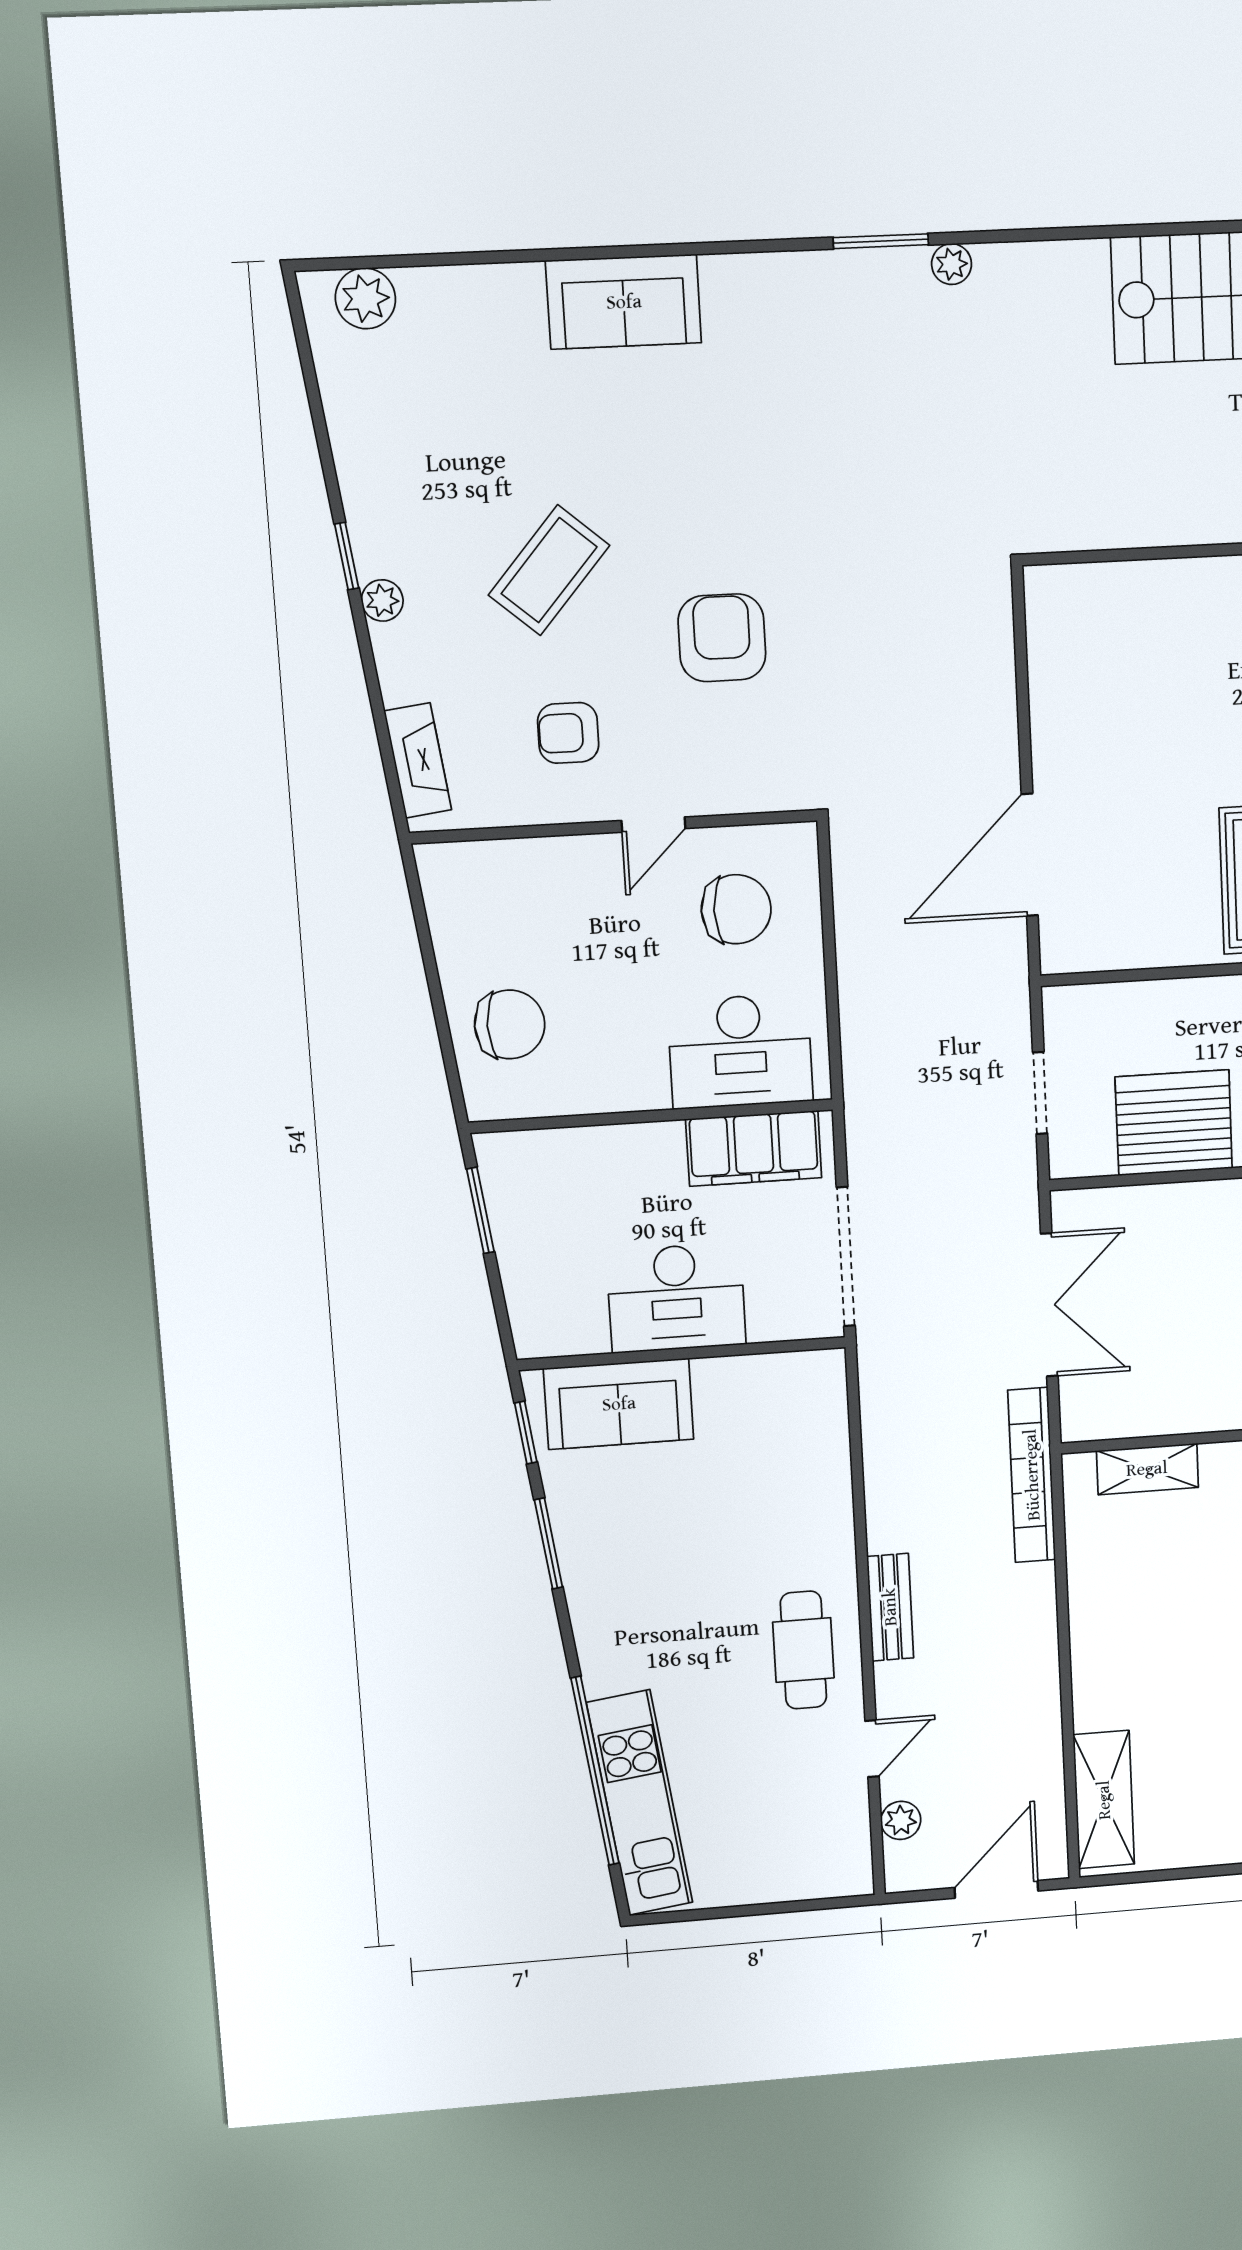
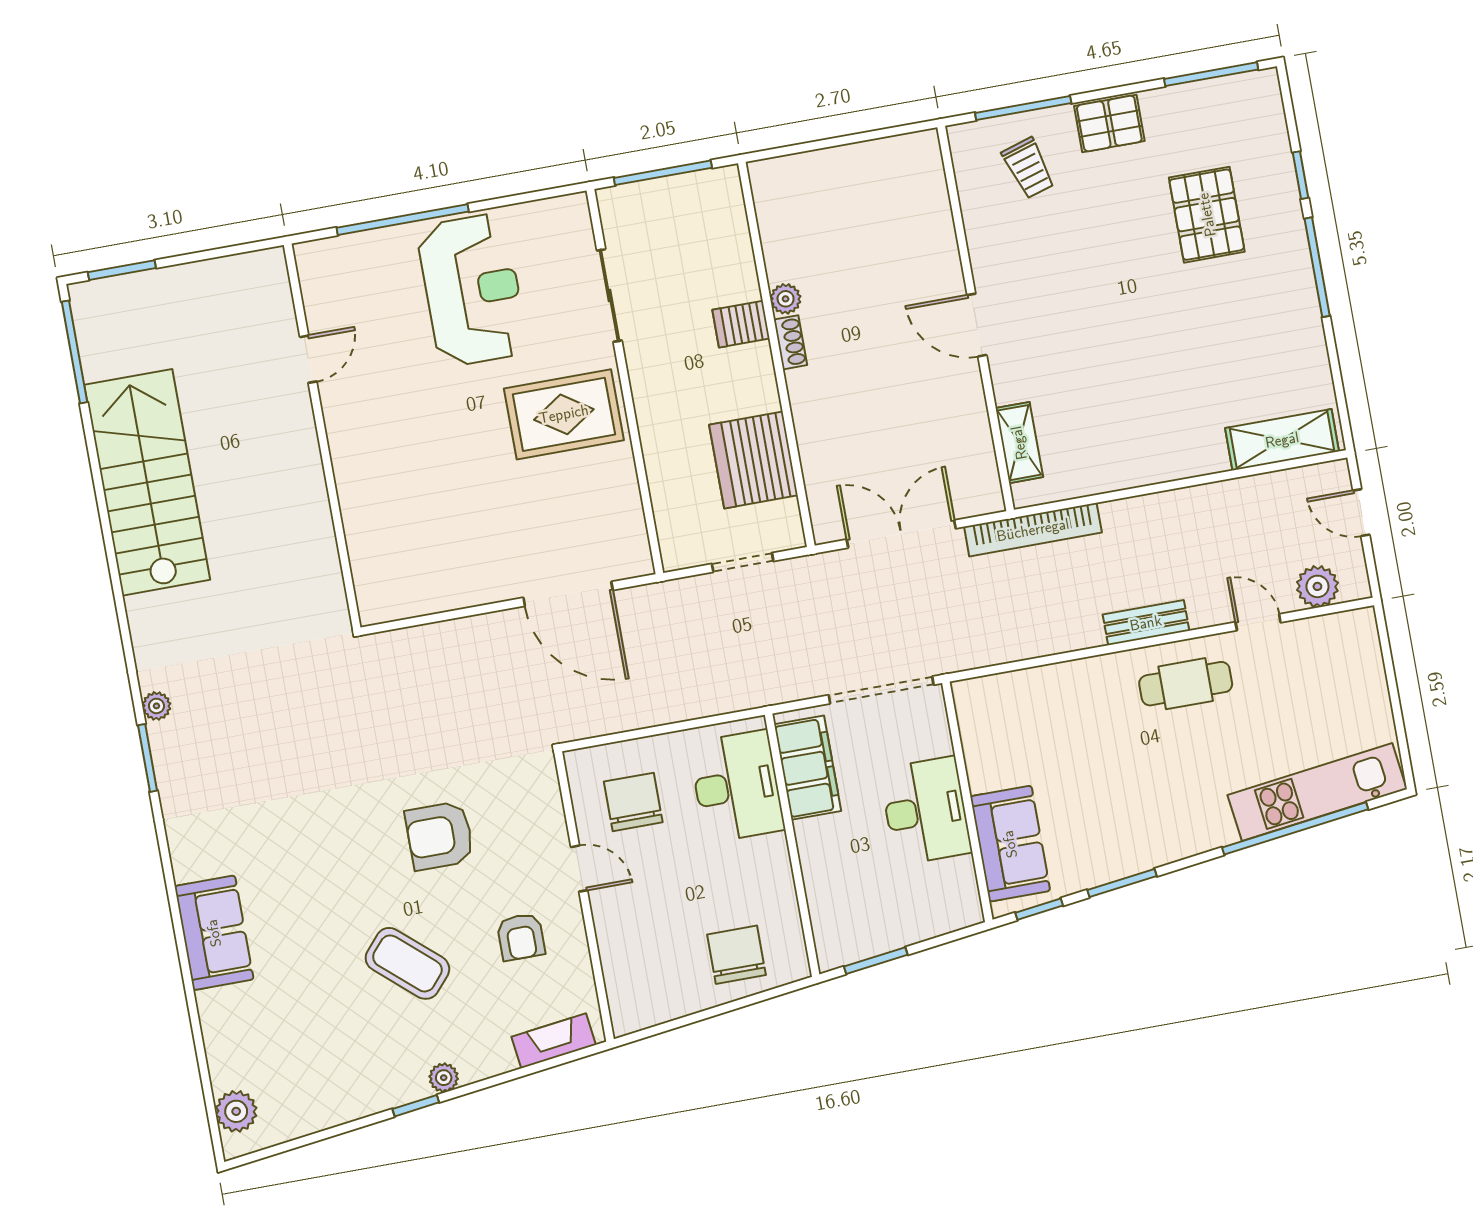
plant: (901, 1820) -> (1317, 586), width x1.38, depth x1.38
door: (996, 1889) -> (1361, 513), width x0.73

